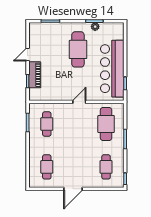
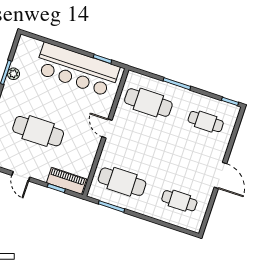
cafe table: (78, 49) -> (38, 131), moved
piano: (35, 75) -> (66, 181), moved
cafe table: (47, 124) -> (122, 182), width x1.37, depth x1.35

